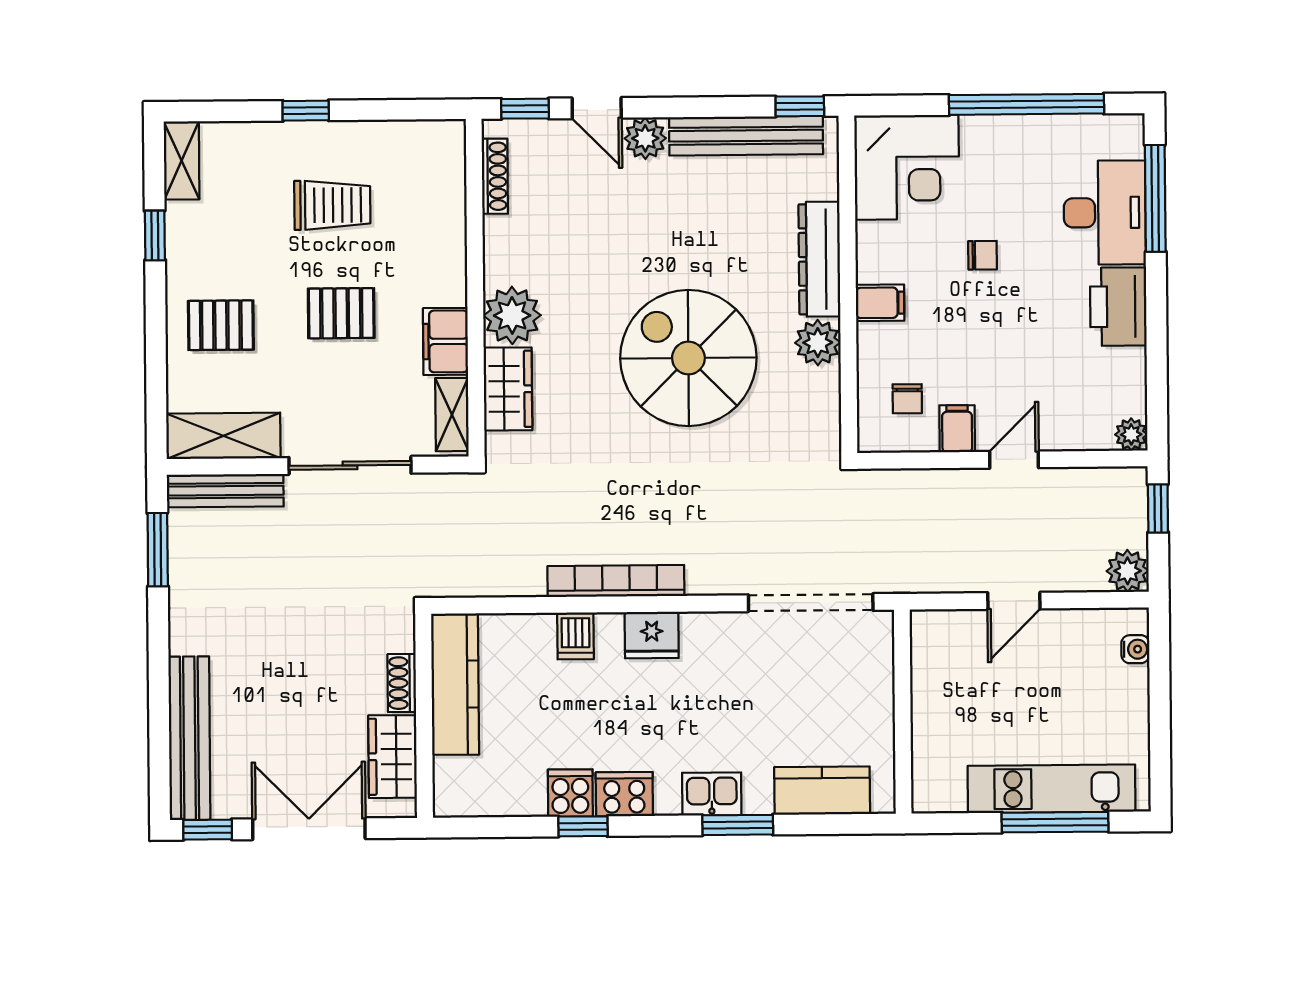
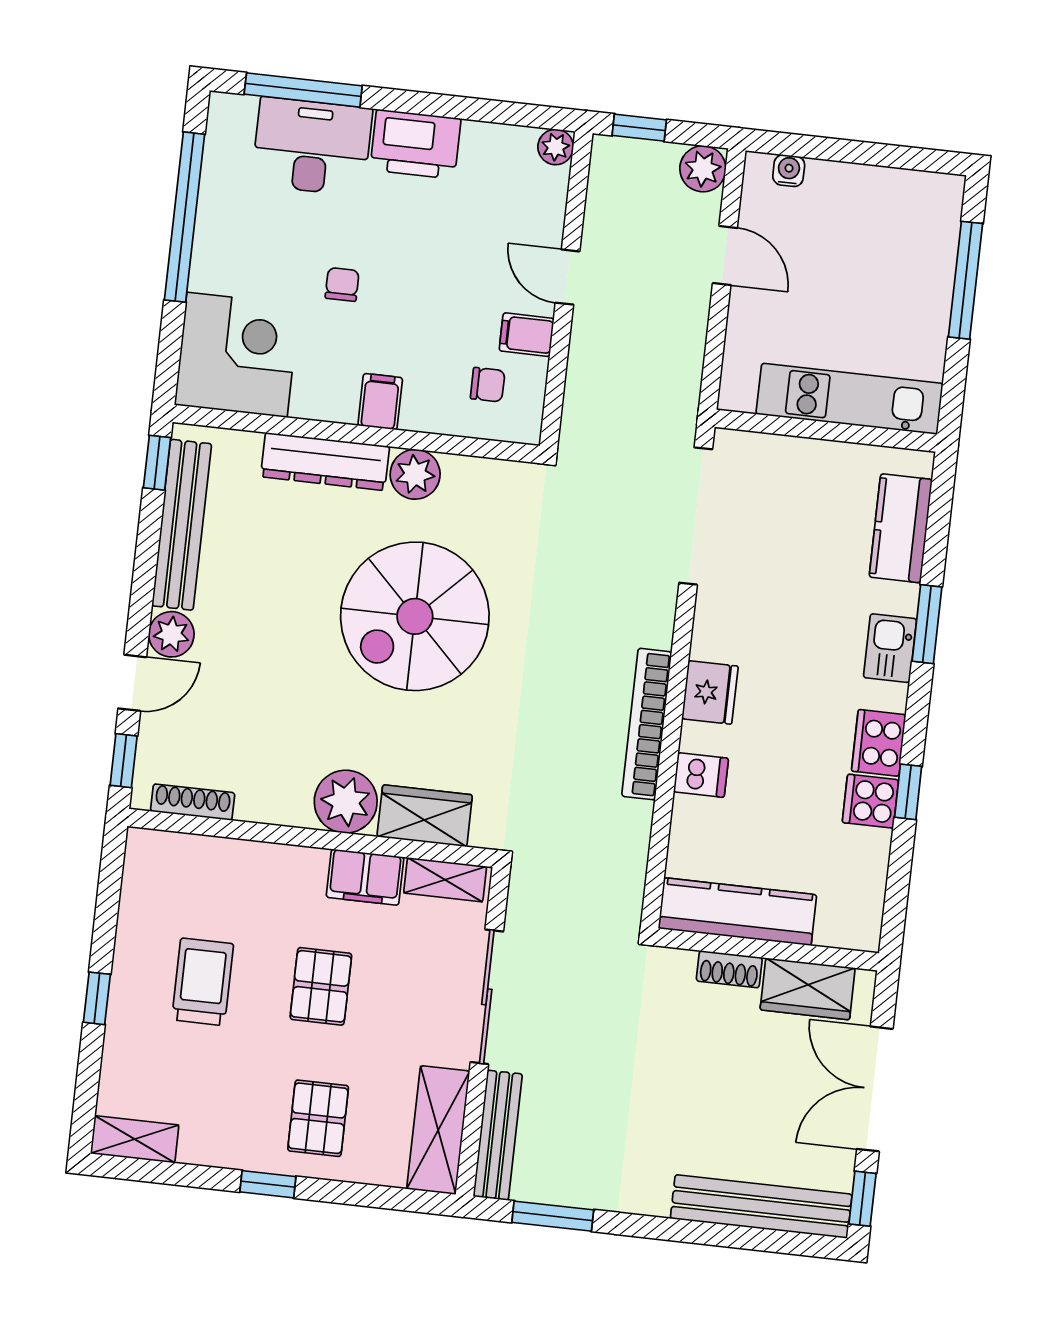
window: (155, 235) -> (268, 1184), moved
door: (1014, 601) -> (725, 256), moved
kitchen unit: (1051, 789) -> (850, 399), moved, turned 90

